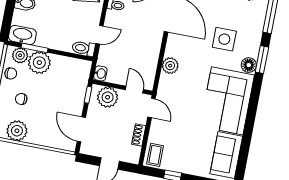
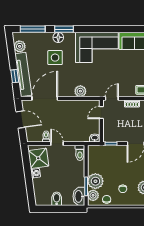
door: (100, 35) -> (57, 144), moved
floor lamp: (249, 65) -> (58, 37), moved
plant: (108, 97) -> (110, 130), removed

